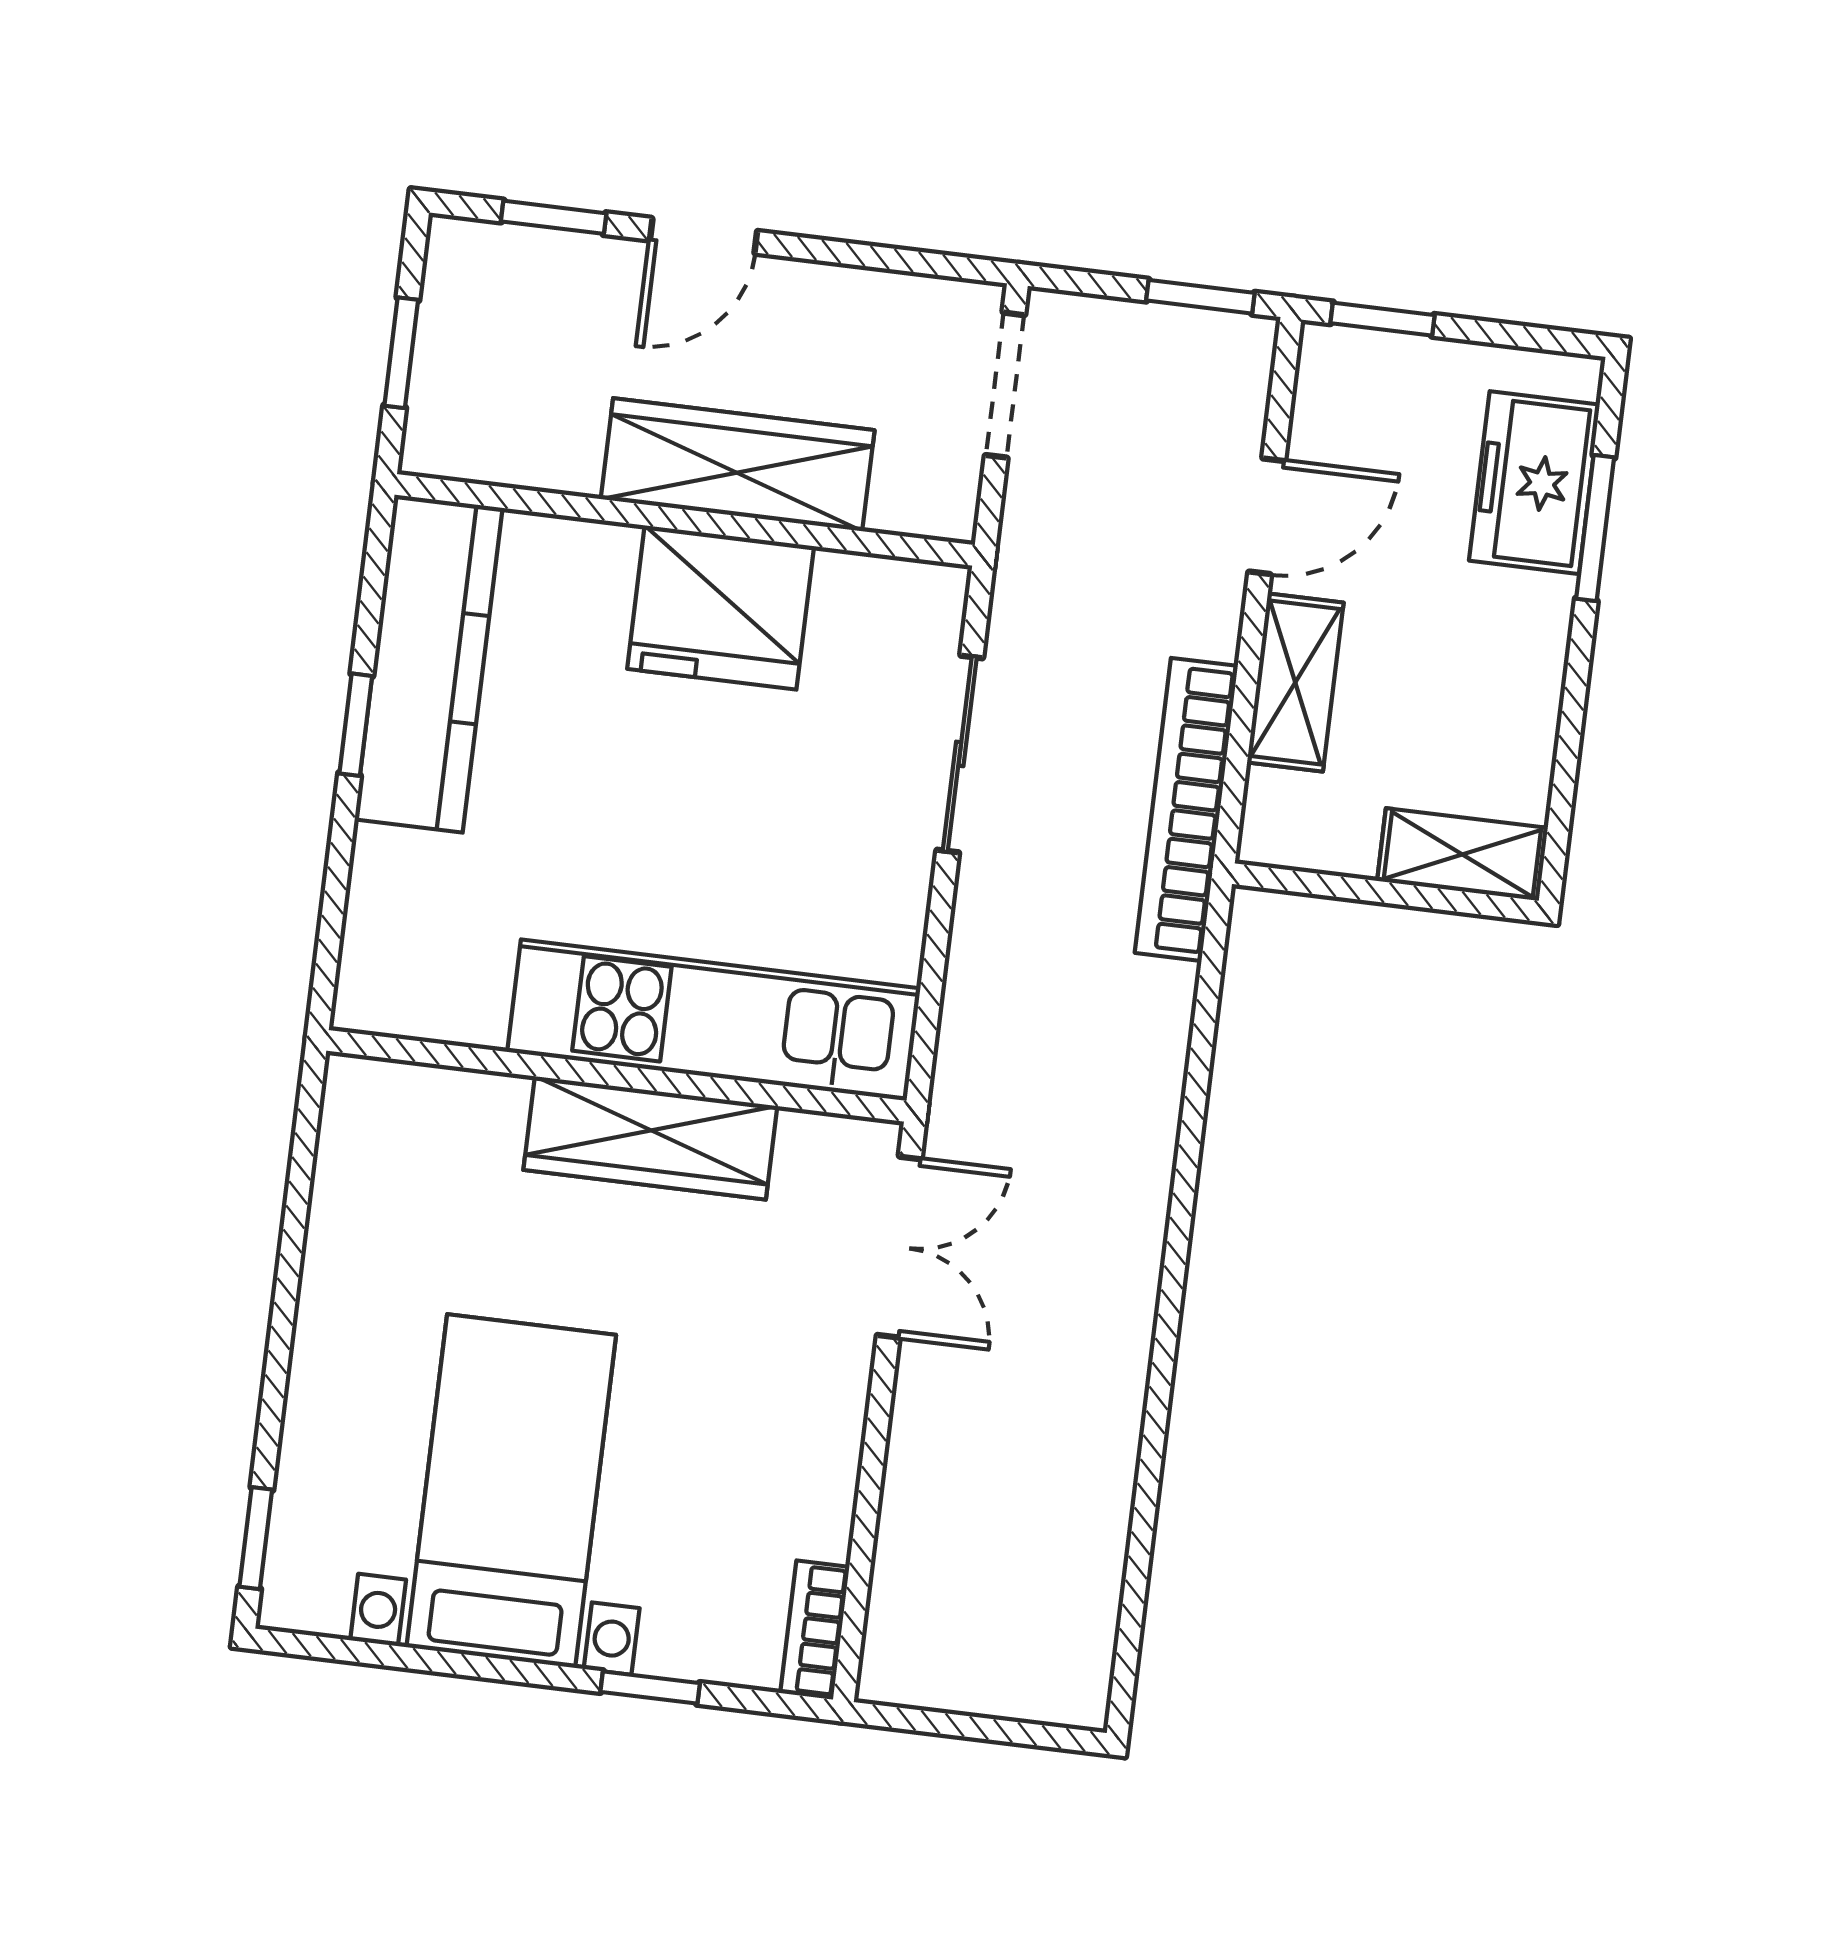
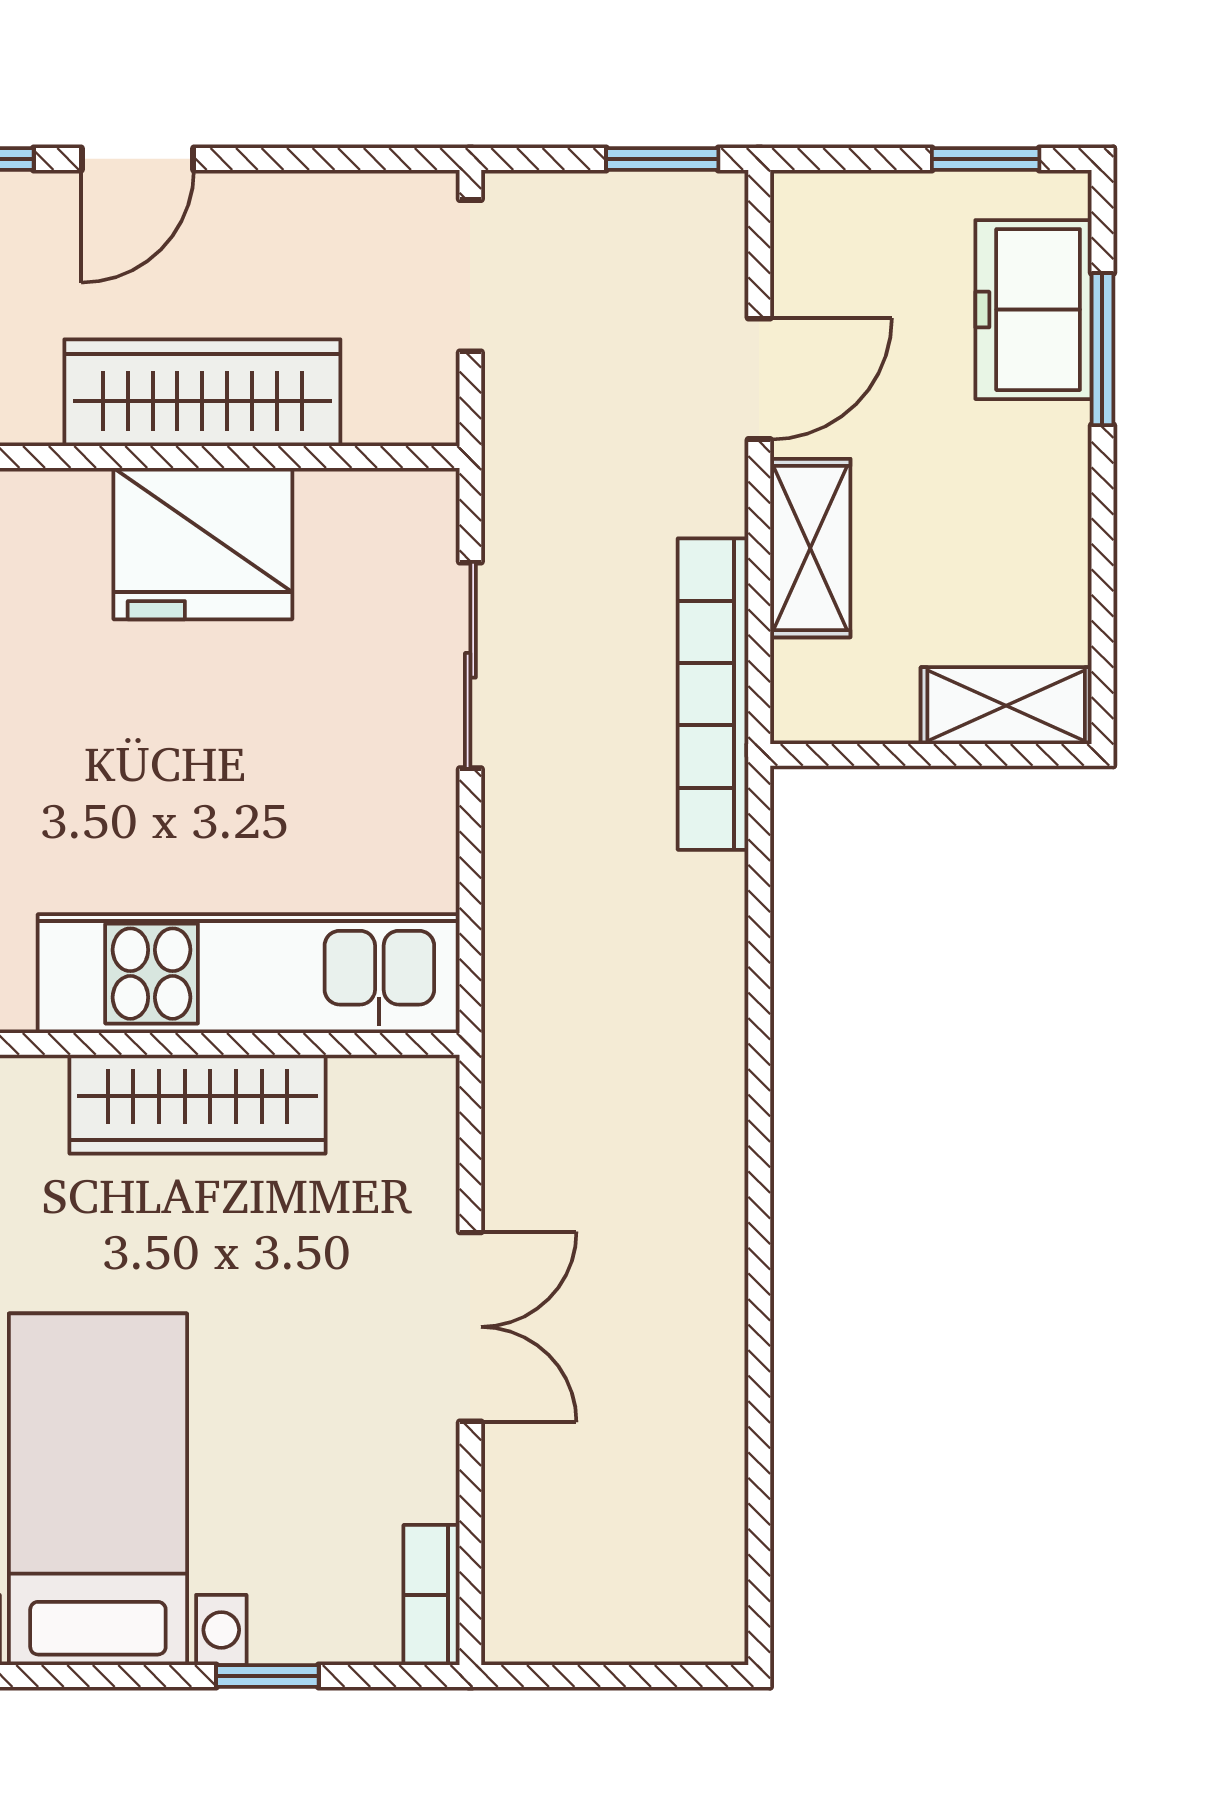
window: (1382, 319) -> (986, 159), moved
double door: (899, 1247) -> (470, 1327), moved

